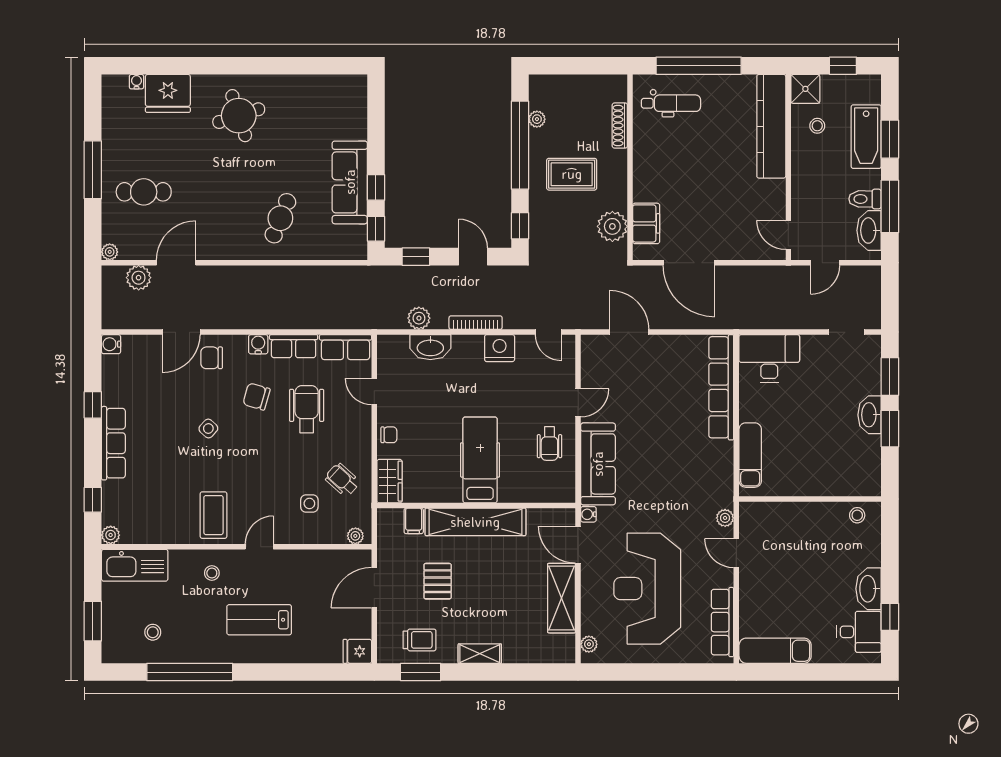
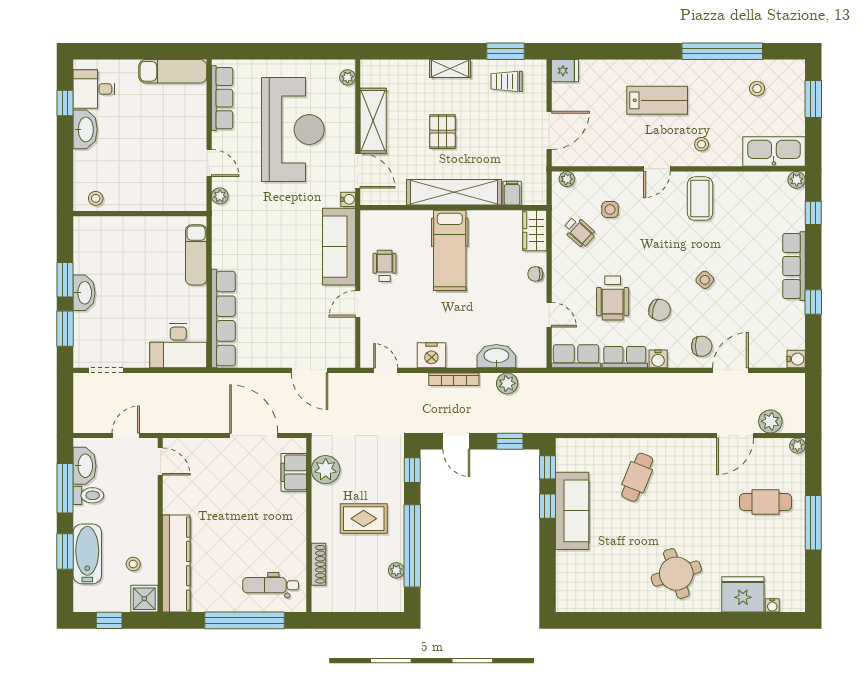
pallet: (438, 581) -> (442, 132), moved

